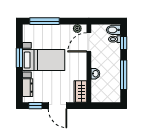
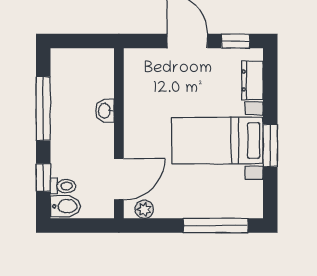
wardrobe: (80, 92) -> (137, 72), removed

